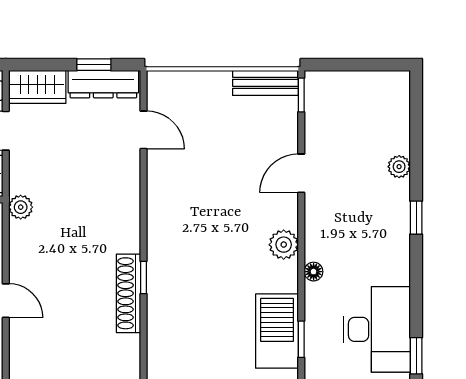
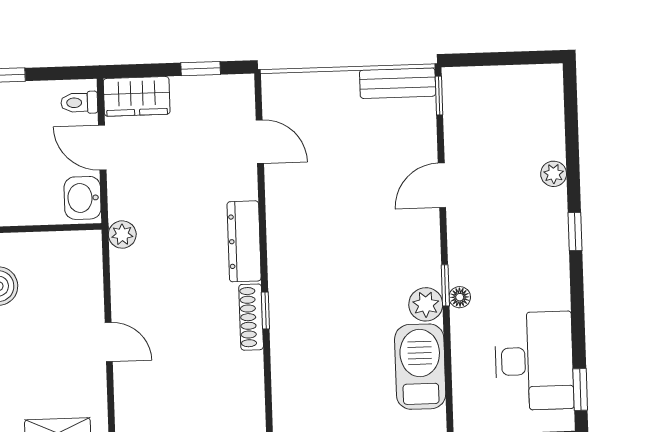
dresser: (103, 84) -> (244, 241), moved, turned 90
plant: (284, 245) -> (426, 304), moved
shoe rack: (128, 293) -> (251, 317), width x0.74, depth x0.81
window: (301, 339) -> (445, 285), moved

